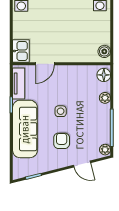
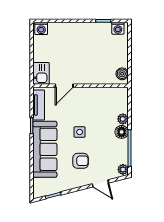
floor lamp: (104, 75) -> (122, 132), moved
armchair: (62, 141) -> (81, 161), turned 90

